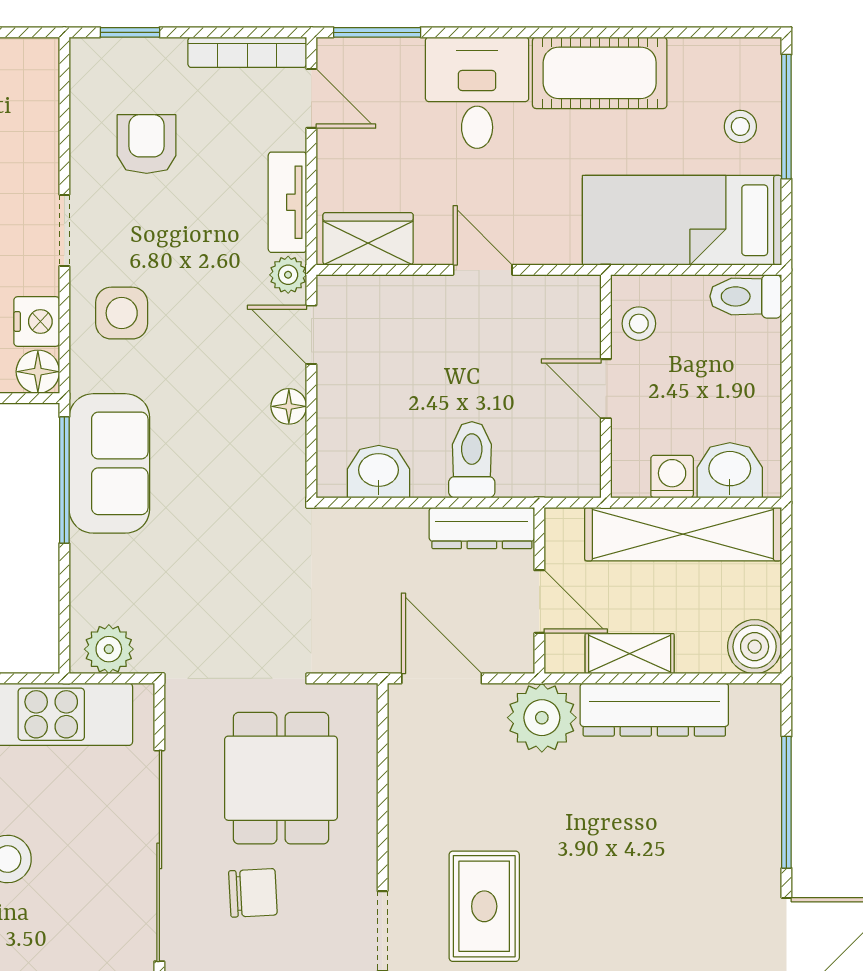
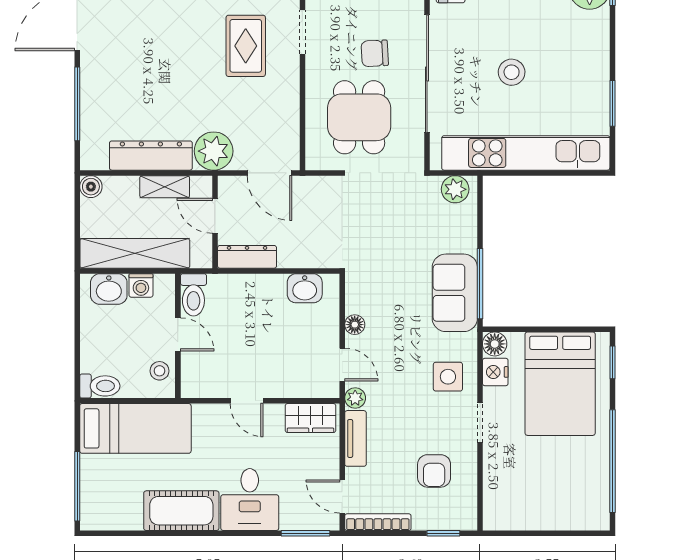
stool: (740, 126) -> (103, 481), removed
toilet: (472, 460) -> (193, 295), moved
boiler: (755, 647) -> (91, 187), width x0.73, depth x0.73

